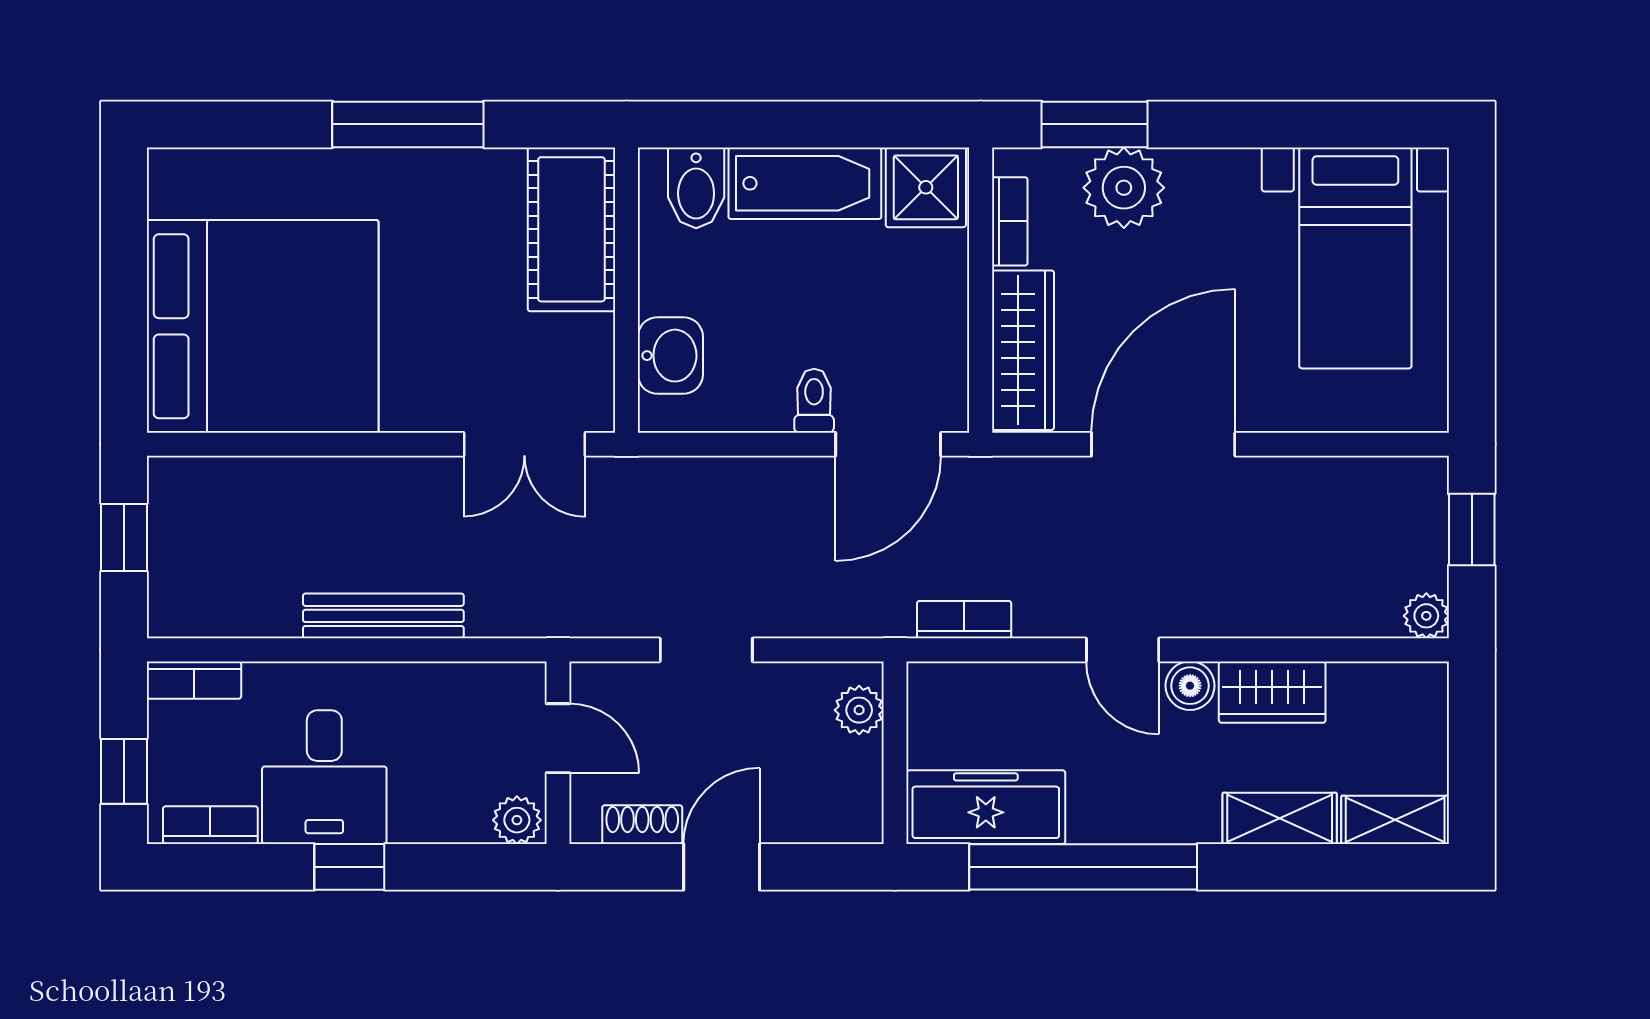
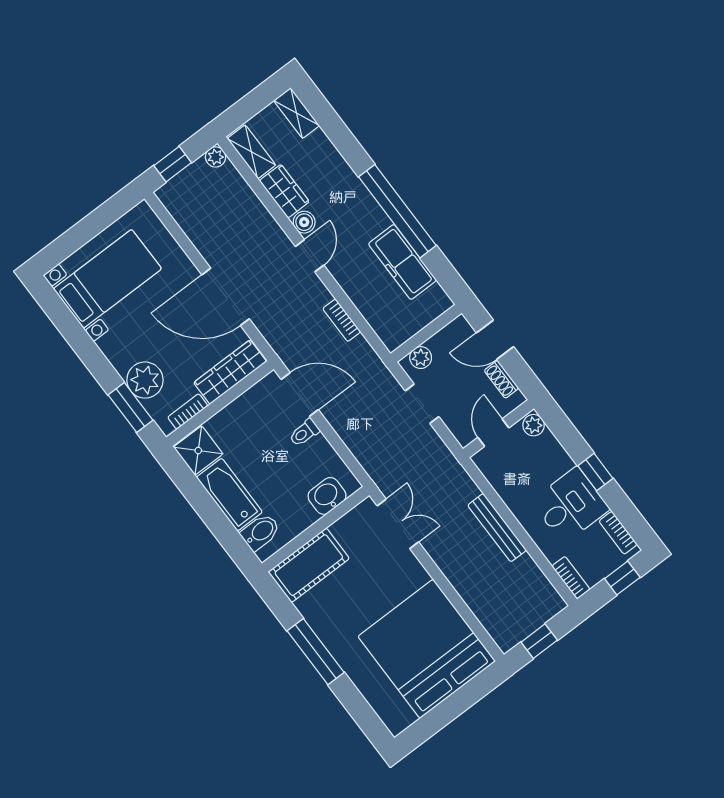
plant: (859, 710) -> (421, 358), moved
wall: (895, 753) -> (426, 333), moved
shelving: (1280, 818) -> (251, 152), moved

